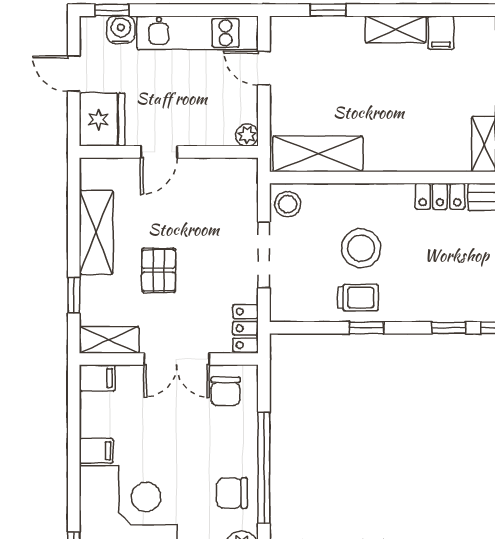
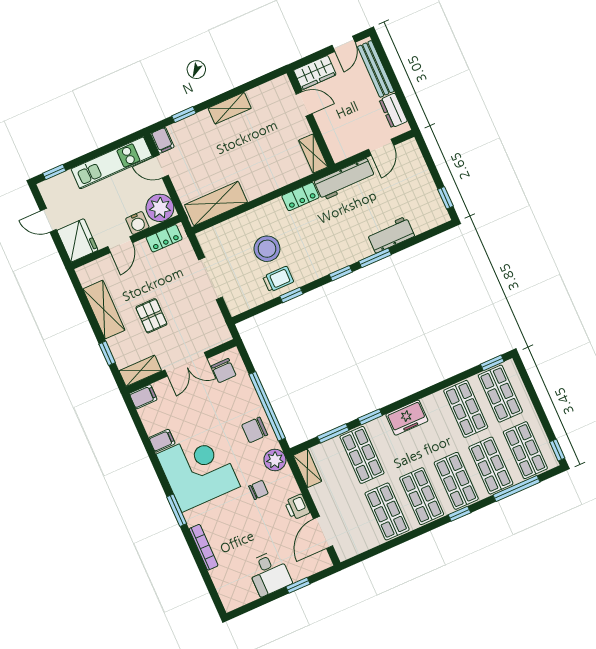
water cooler: (121, 30) -> (137, 223), moved, turned 180
filing cabinet: (441, 33) -> (162, 140), moved
plant: (247, 135) -> (160, 208), width x1.88, depth x1.88
stool: (288, 204) -> (211, 242), removed
locker: (246, 328) -> (164, 238), moved, turned -90

